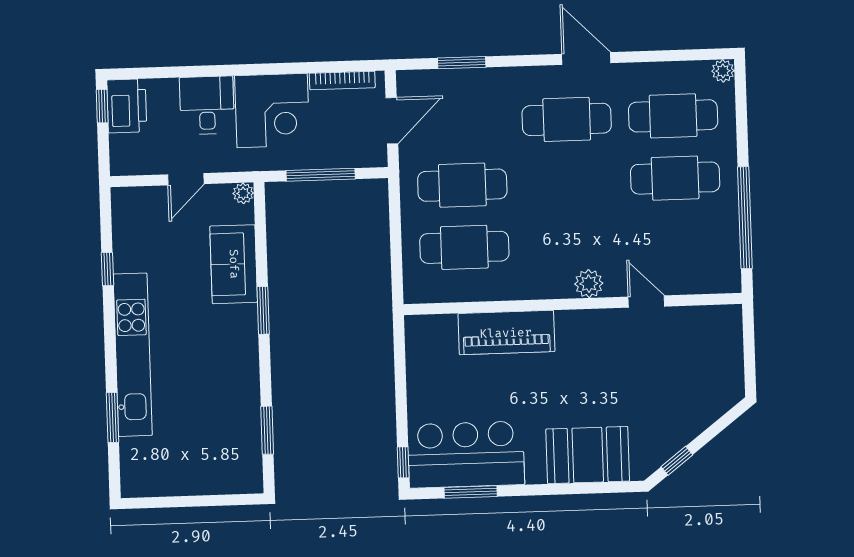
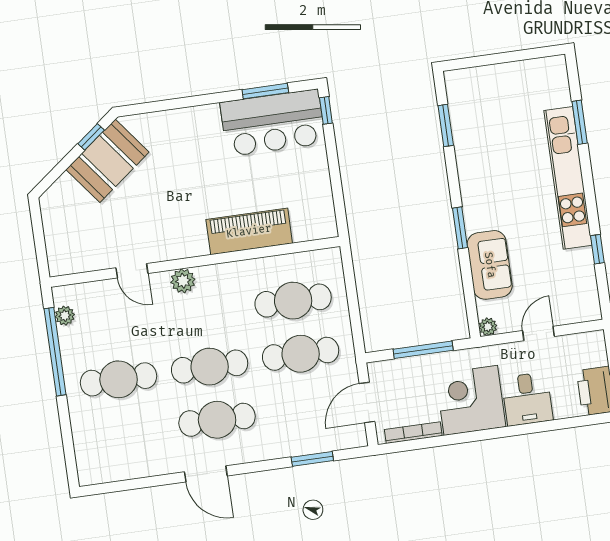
plant: (723, 71) -> (65, 316), moved
cafe table: (673, 116) -> (210, 367), moved
booth: (588, 455) -> (107, 161), moved, turned -38

